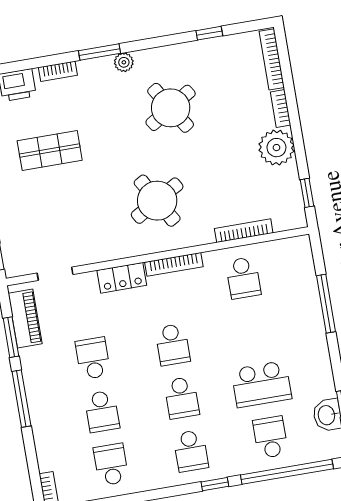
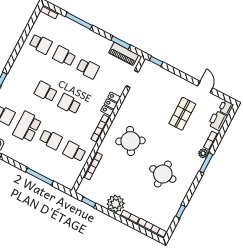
plant: (124, 62) -> (203, 153), moved
round table: (171, 108) -> (163, 174), turned 32
window: (21, 399) -> (79, 21), moved
school desk: (191, 451) -> (51, 139), moved, turned 180

